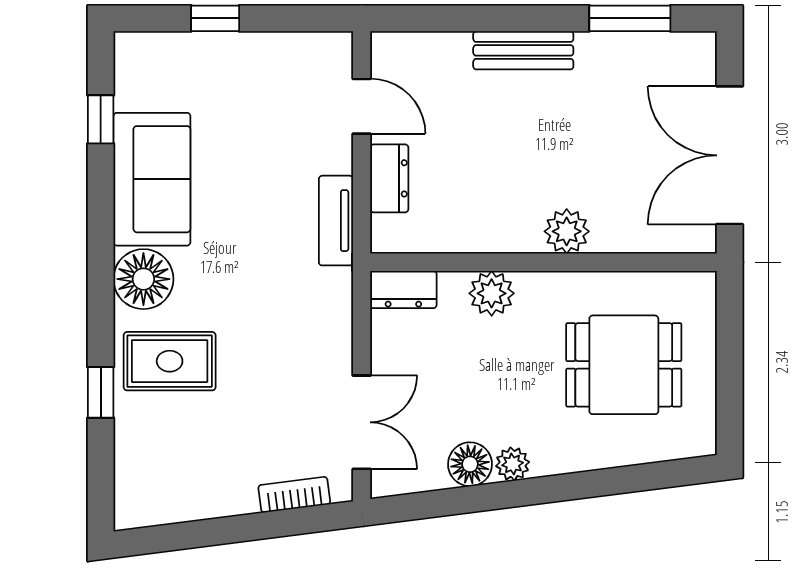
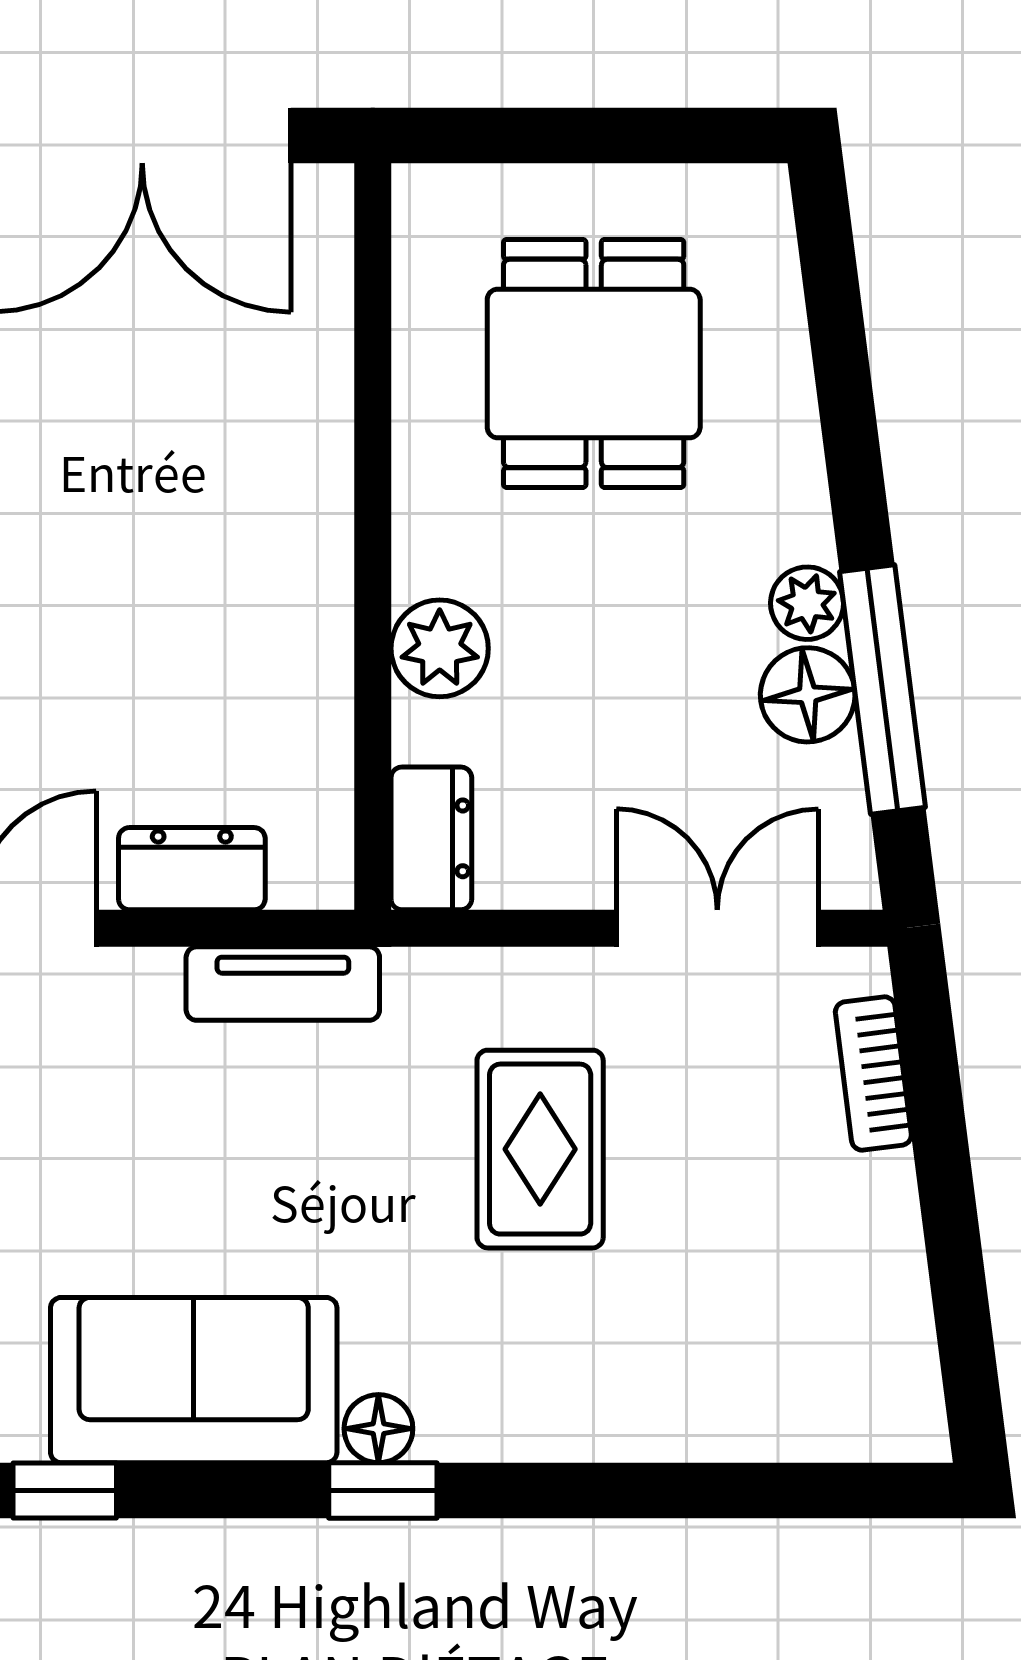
plant: (567, 231) -> (306, 487), removed
floor lamp: (143, 279) -> (378, 1429), width x0.53, depth x0.53
rug: (170, 361) -> (540, 1149), moved
window: (101, 392) -> (383, 1491), moved
window: (472, 499) -> (883, 689), added

